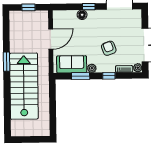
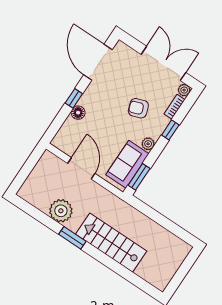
window: (28, 7) -> (27, 169), removed
plant: (18, 44) -> (61, 211), added
window: (81, 76) -> (139, 177), moved
stairs: (24, 86) -> (111, 243), width x0.73, depth x0.66

